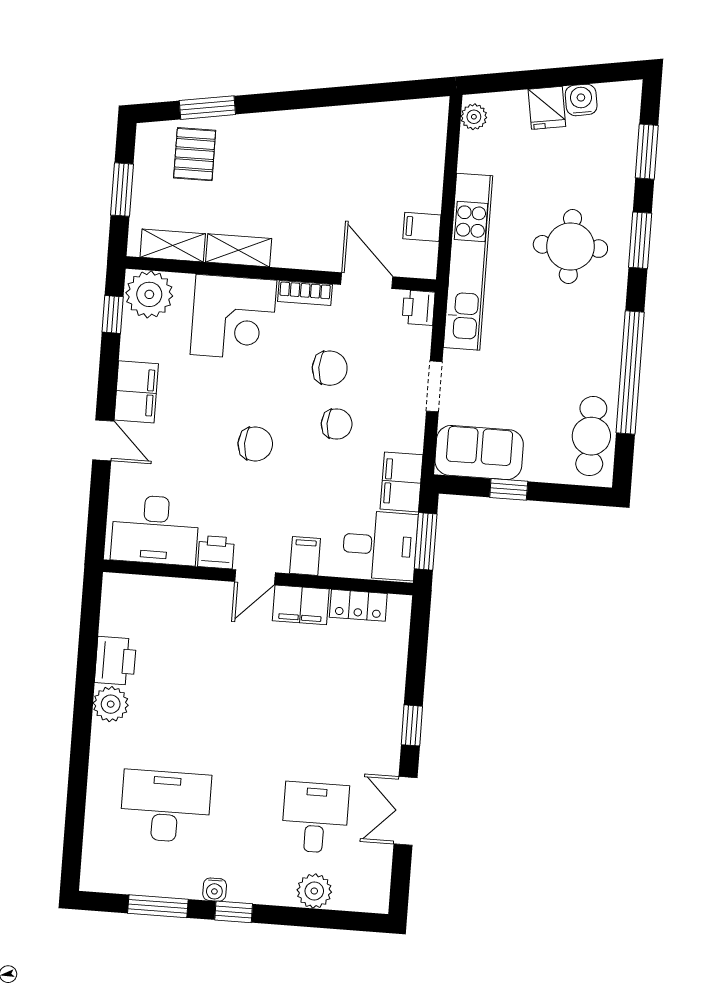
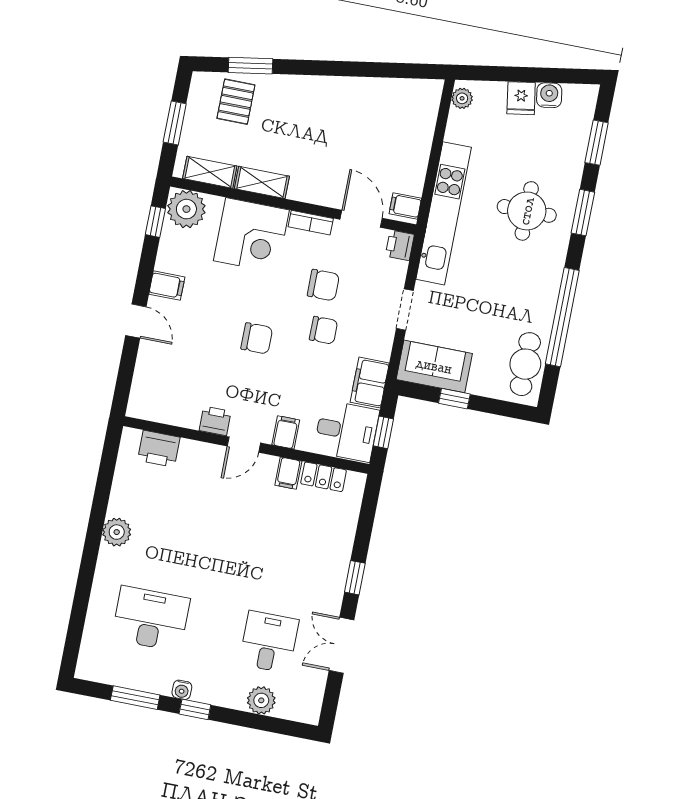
filing cabinet: (422, 227) -> (405, 206), moved
filing cabinet: (136, 392) -> (167, 286), width x0.50
desk: (155, 530) -> (169, 397), removed
window: (426, 541) -> (383, 432), width x0.67
filing cabinet: (301, 605) -> (288, 473), width x0.50
printer: (115, 661) -> (159, 449), moved, turned 90

